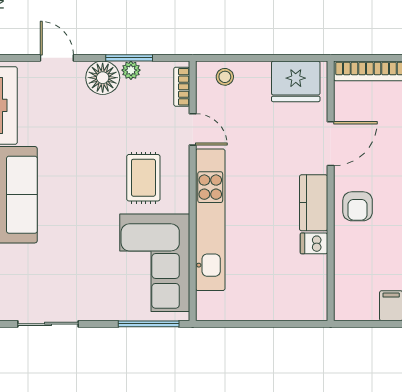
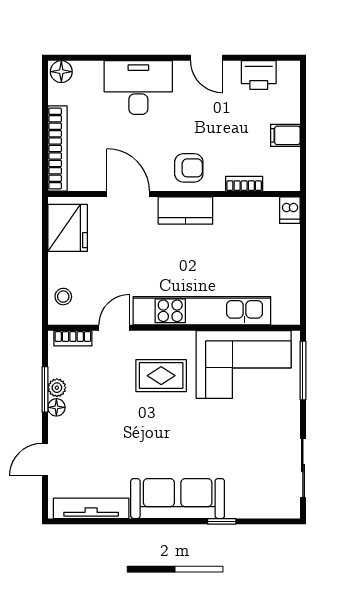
floor lamp: (103, 78) -> (56, 407), width x0.53, depth x0.53
dishwasher: (314, 243) -> (290, 210), moved
bookcase: (341, 263) -> (244, 184), added

